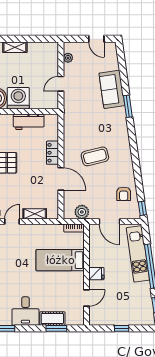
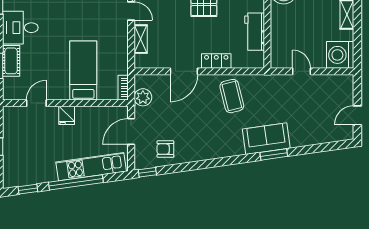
plant: (68, 58) -> (334, 80), removed
sofa: (112, 89) -> (266, 139), moved
washing machine: (18, 98) -> (340, 55), moved, turned 180
coffee table: (95, 156) -> (232, 96), moved
door: (86, 298) -> (36, 103), swing flipped

